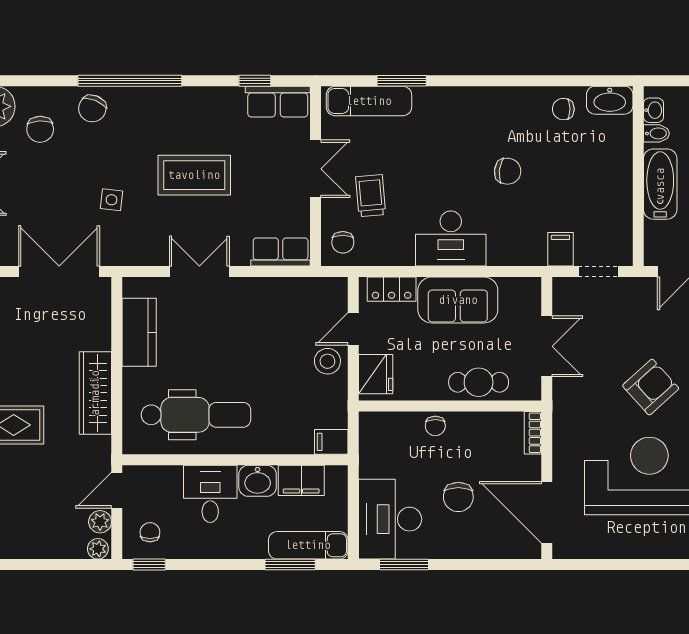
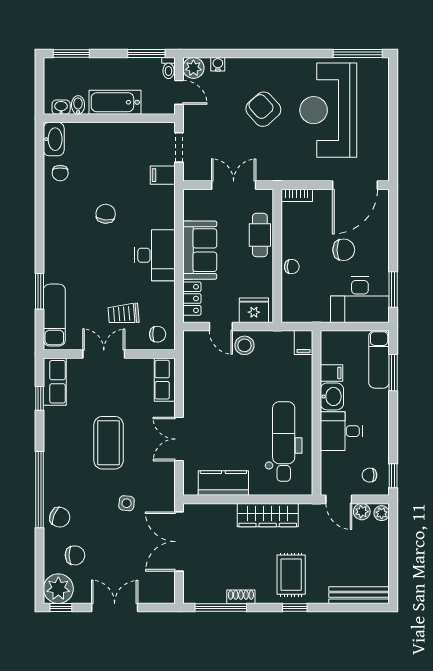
filing cabinet: (301, 480) -> (332, 373), width x0.50

